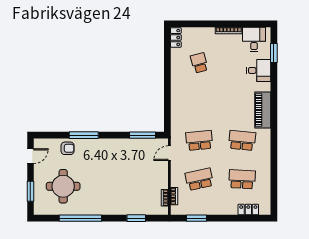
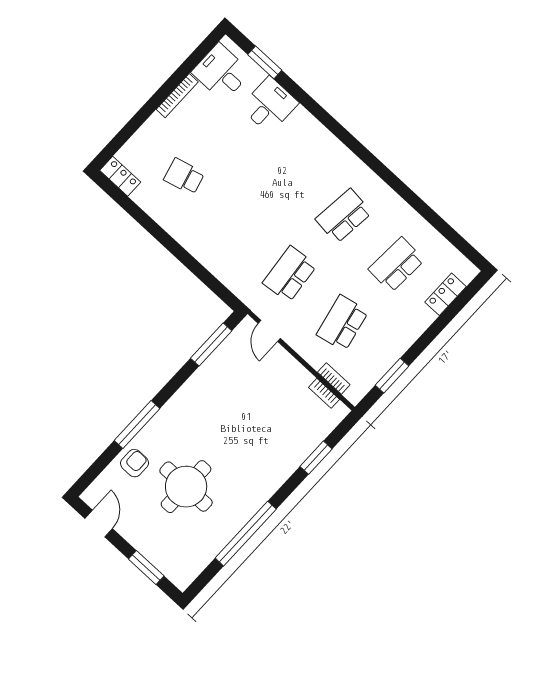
piano: (263, 110) -> (328, 149), removed
round table: (63, 186) -> (186, 487), moved

